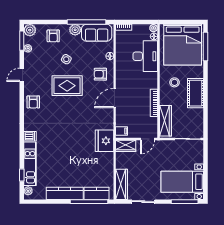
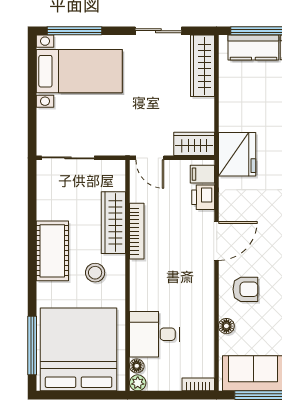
desk: (145, 56) -> (154, 334), width x0.73
printer: (121, 120) -> (203, 197), added
wardrobe: (165, 121) -> (113, 223), moved
door: (147, 139) -> (150, 158), swing flipped

